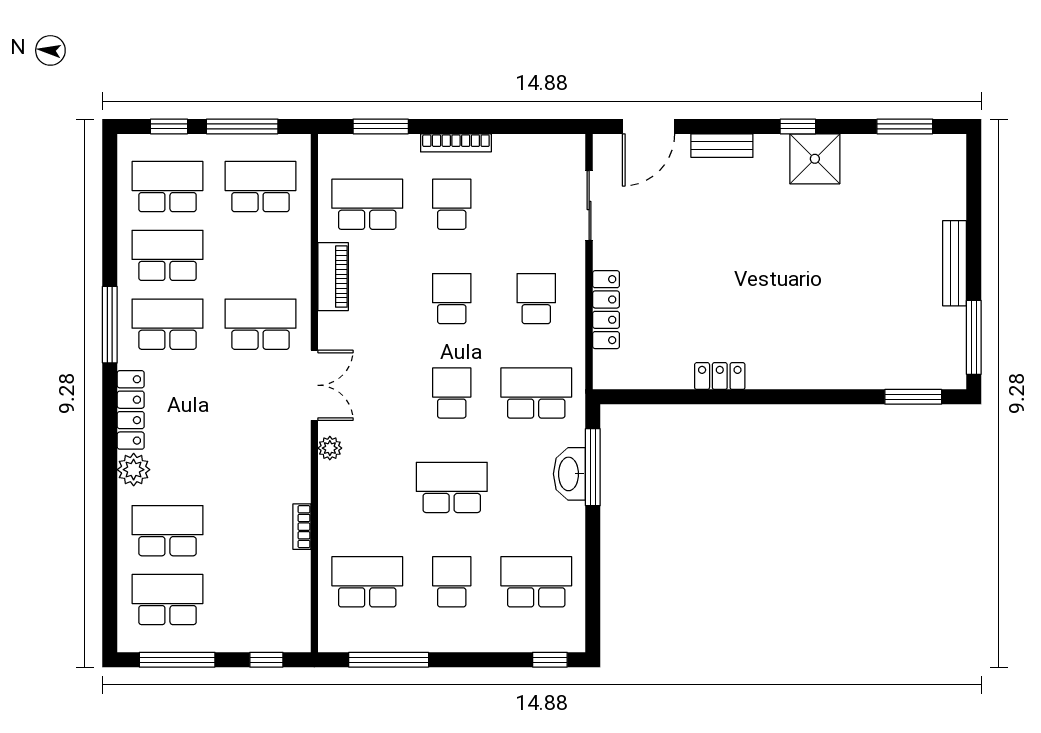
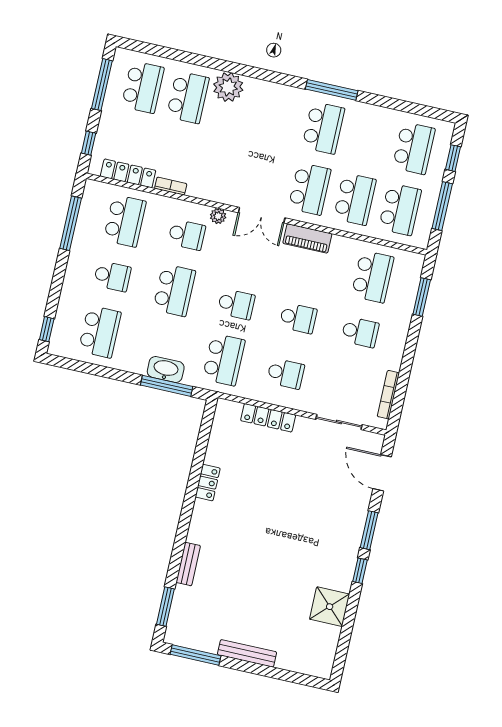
window: (905, 126) -> (369, 530), moved
bookcase: (456, 143) -> (388, 395), moved
bench: (722, 146) -> (188, 564), moved
shower: (815, 159) -> (330, 607), moved
school desk: (167, 255) -> (355, 199), moved
piano: (333, 277) -> (307, 238), moved
locker: (131, 410) -> (128, 173), moved, turned 180
plant: (134, 470) -> (228, 87), width x1.36, depth x1.36
school desk: (367, 487) -> (187, 235), added

